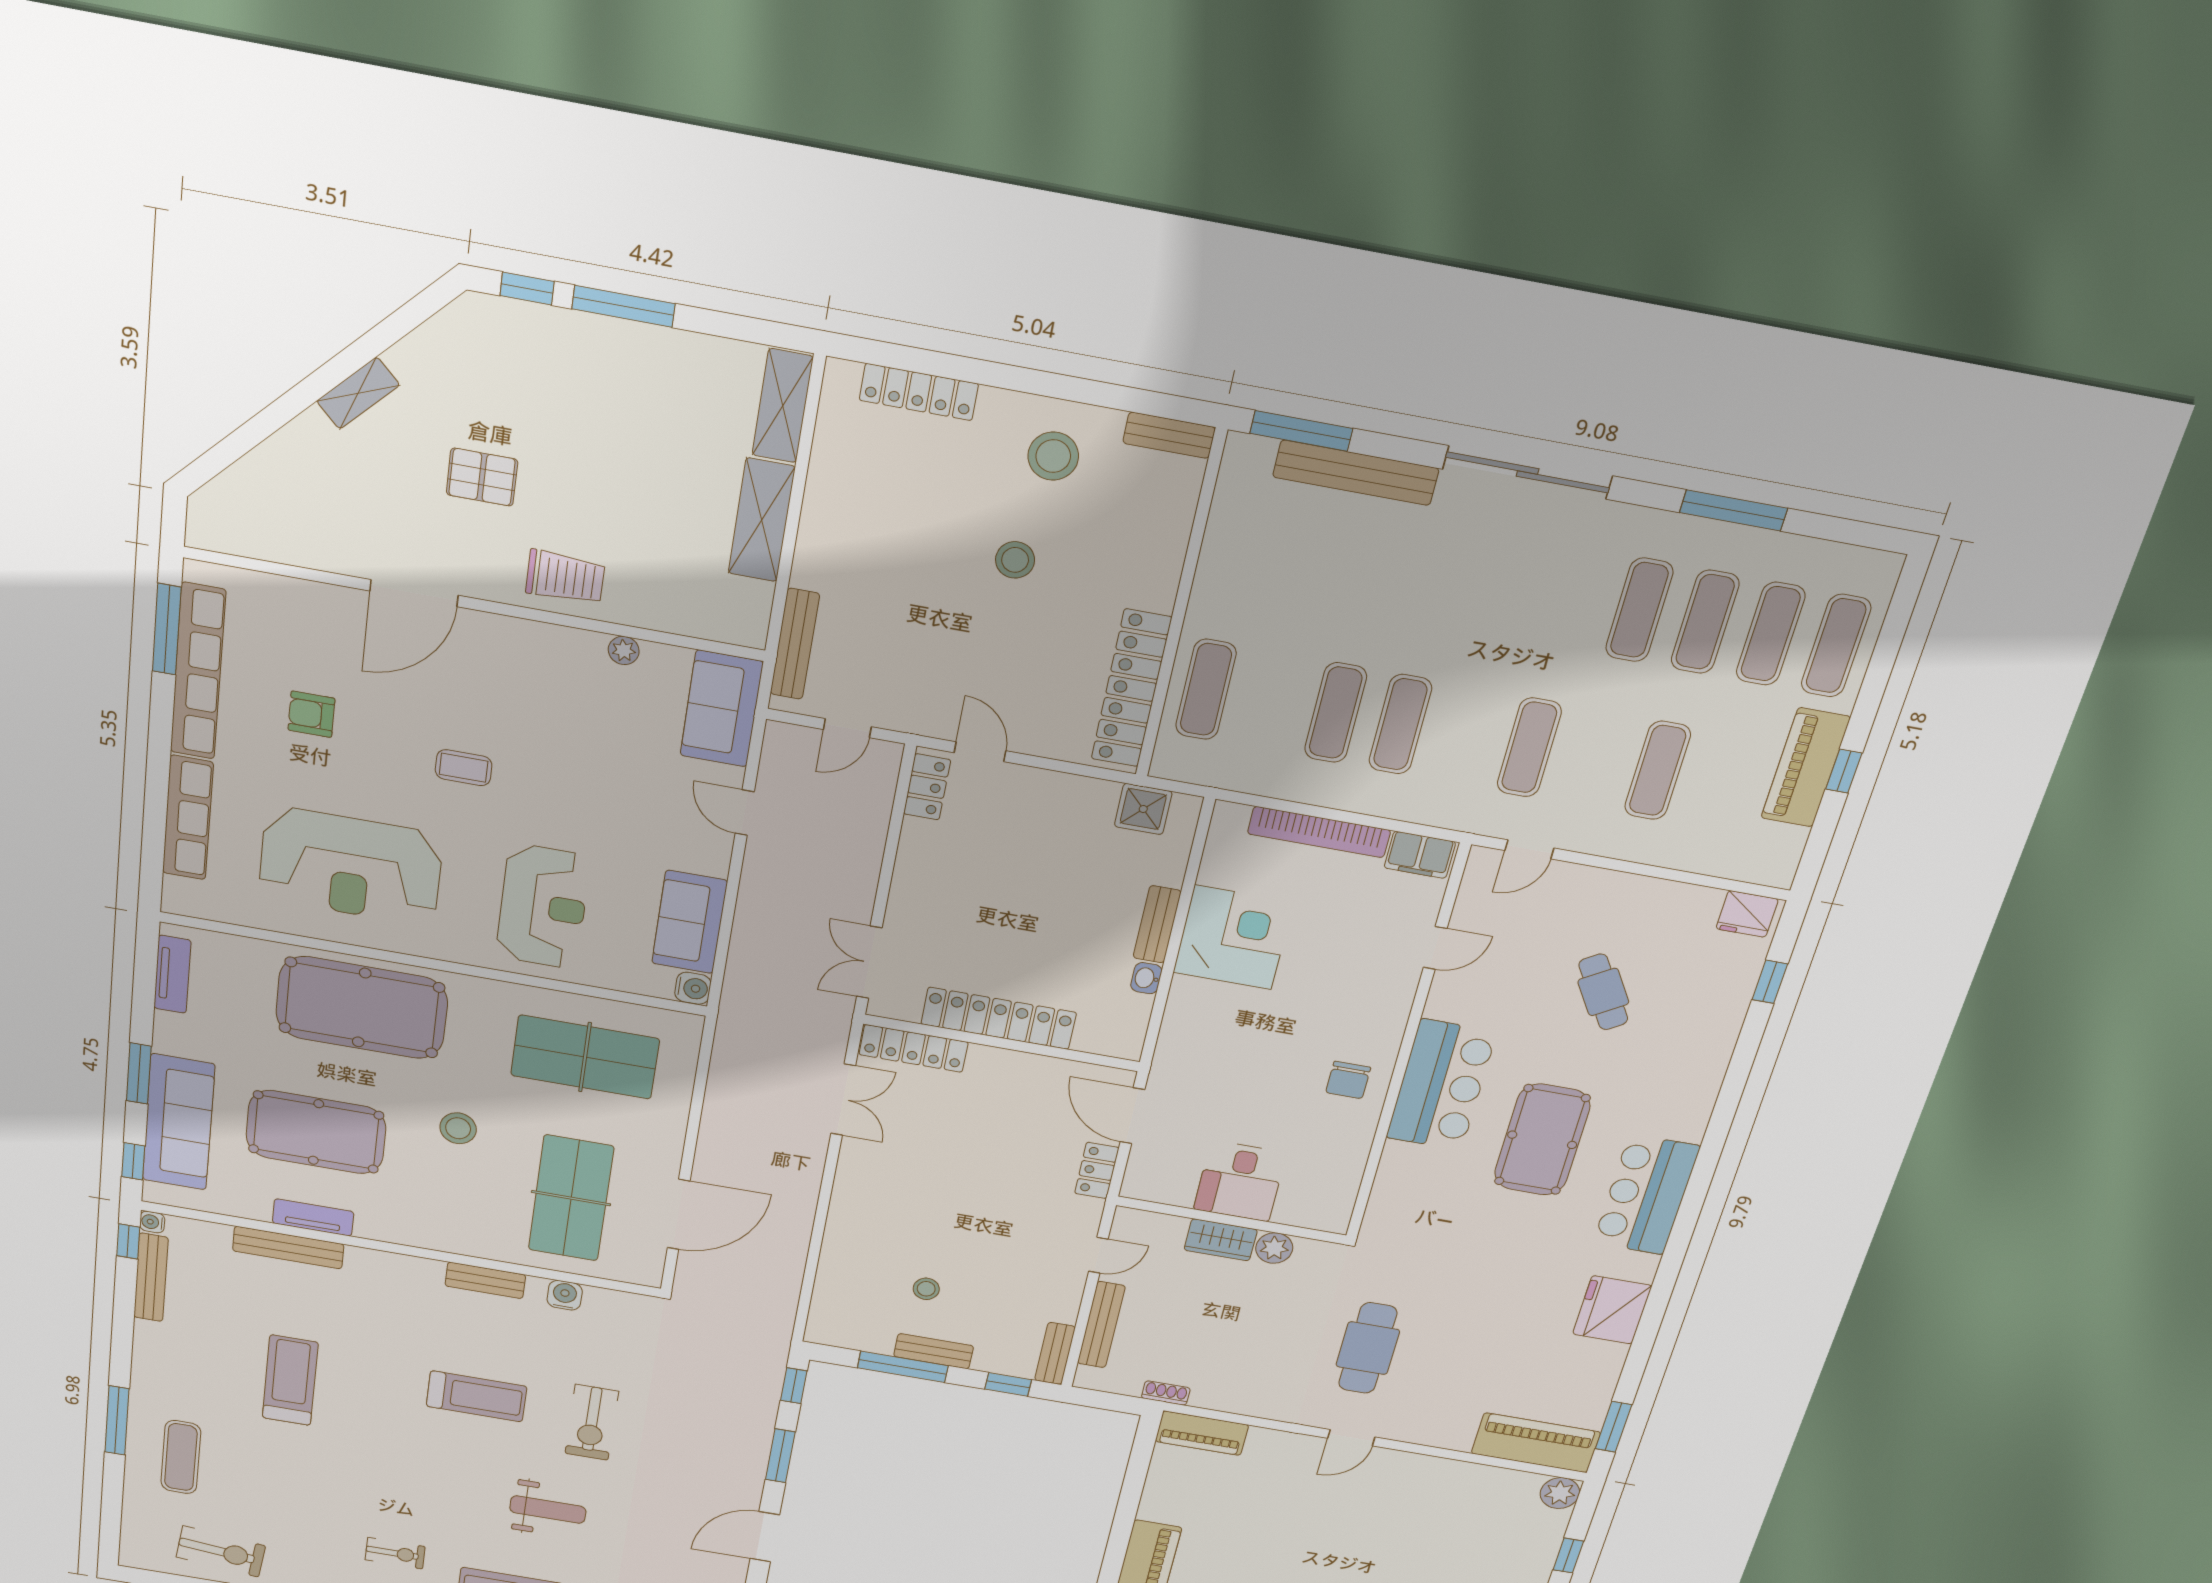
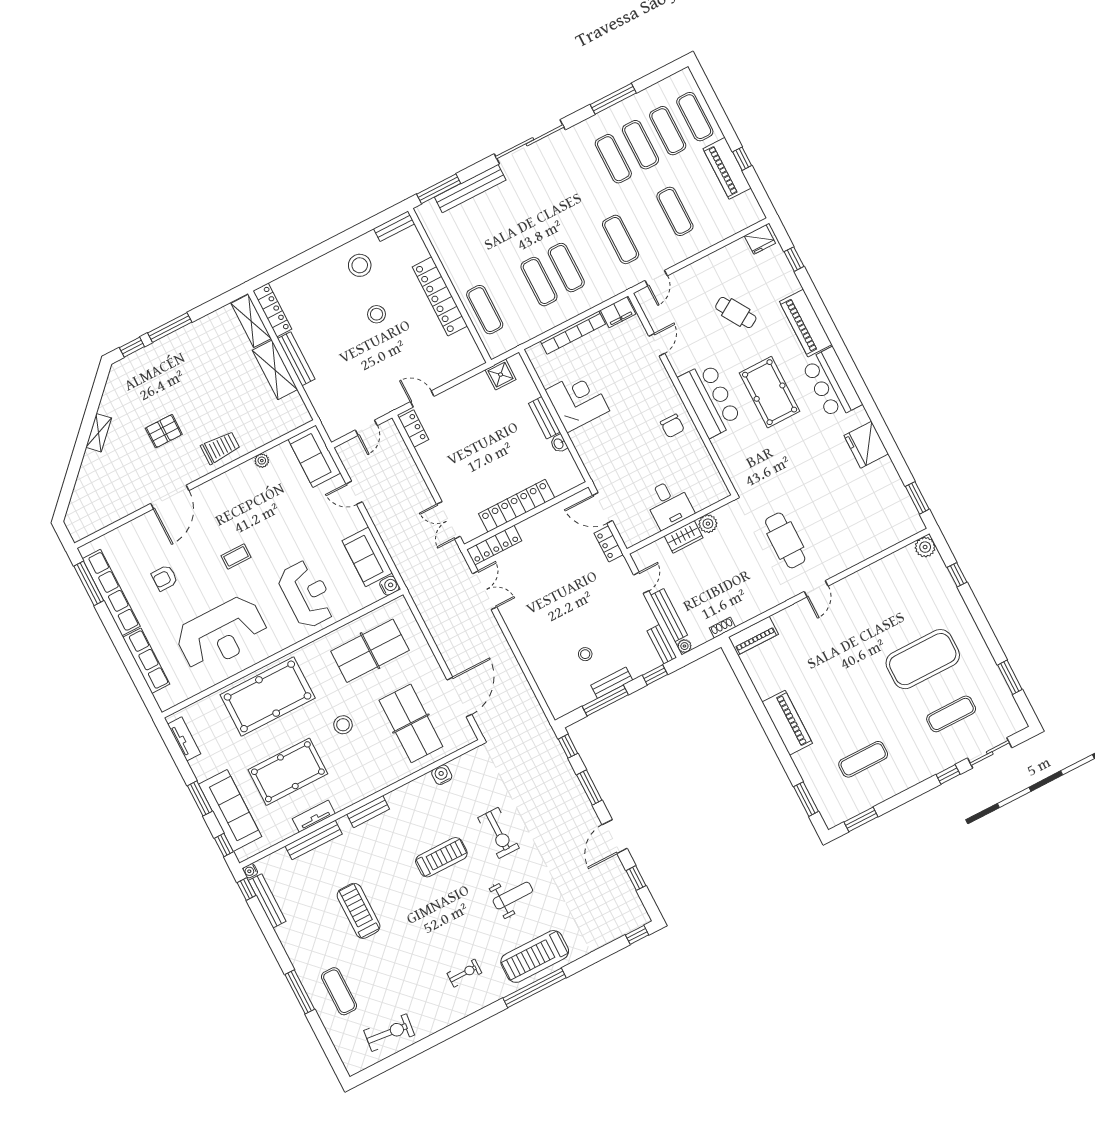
locker: (919, 392) -> (272, 310), moved, turned -90
bench: (795, 644) -> (296, 359), moved
locker: (1131, 688) -> (440, 296), moved
bench: (485, 1280) -> (368, 812), moved
plant: (1087, 1378) -> (684, 646), added
piano: (1536, 1443) -> (806, 323), moved, turned -90

